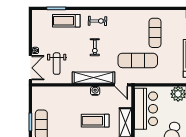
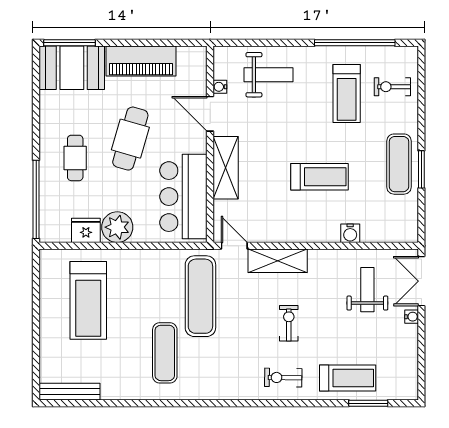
exercise mat: (138, 60) -> (200, 296), turned 90
shelving: (94, 78) -> (278, 261), width x0.68
water cooler: (95, 91) -> (350, 233), moved
treadmill: (95, 121) -> (320, 177), moved

